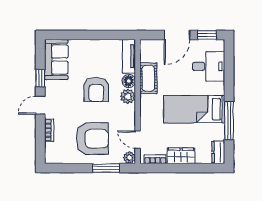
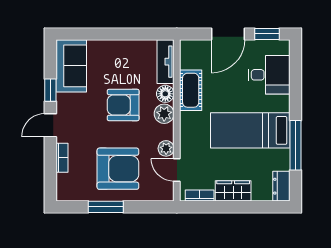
armchair: (96, 90) -> (123, 105), turned 90
plant: (129, 158) -> (166, 148), moved
window: (106, 168) -> (106, 207), moved

